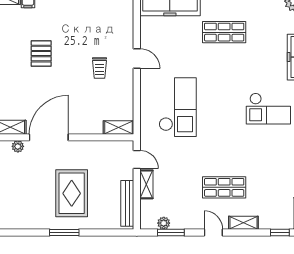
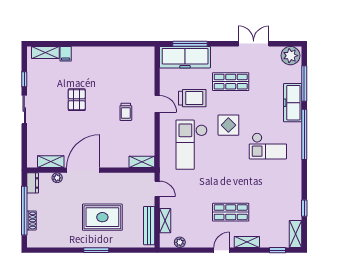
trolley: (179, 52) -> (192, 98), added
display table: (222, 84) -> (228, 125), added
checkout: (178, 107) -> (192, 145), turned 180
shelving: (146, 184) -> (165, 221), moved
rug: (72, 193) -> (102, 217), turned 90
window: (171, 232) -> (186, 250), removed
door: (213, 232) -> (222, 250), hinge flipped

